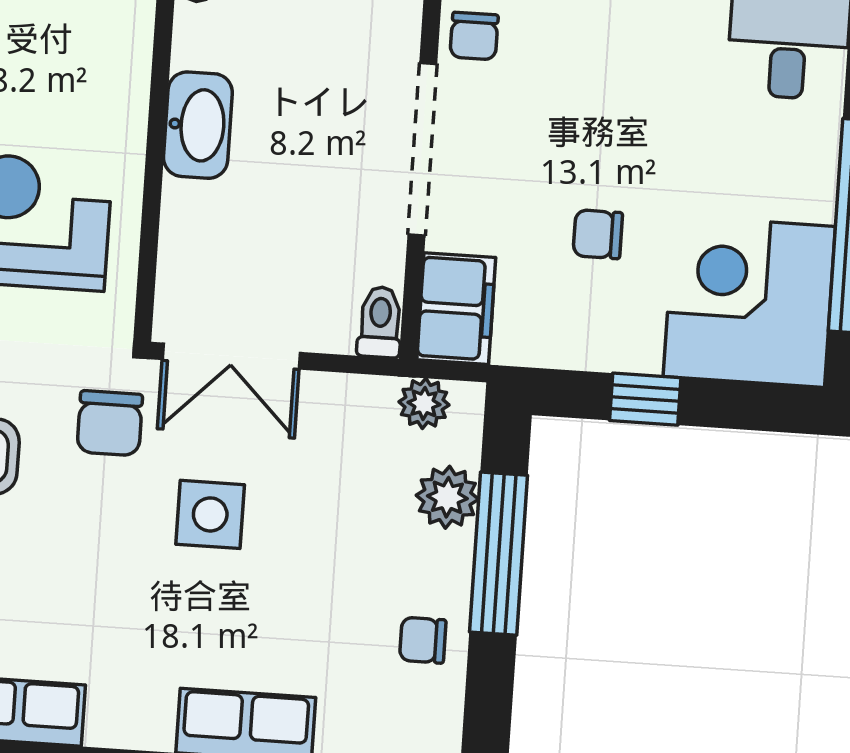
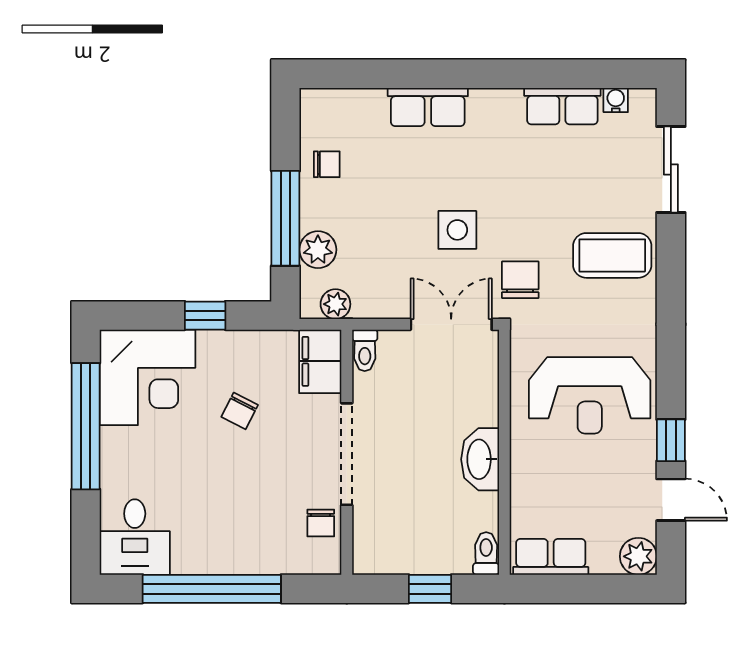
chair: (474, 36) -> (321, 523), turned 180
chair: (598, 234) -> (240, 411), turned 117

